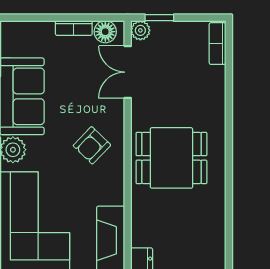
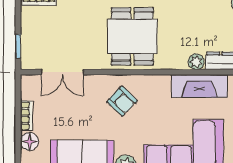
plant: (140, 30) -> (196, 62), moved
floor lamp: (105, 32) -> (29, 142), moved

